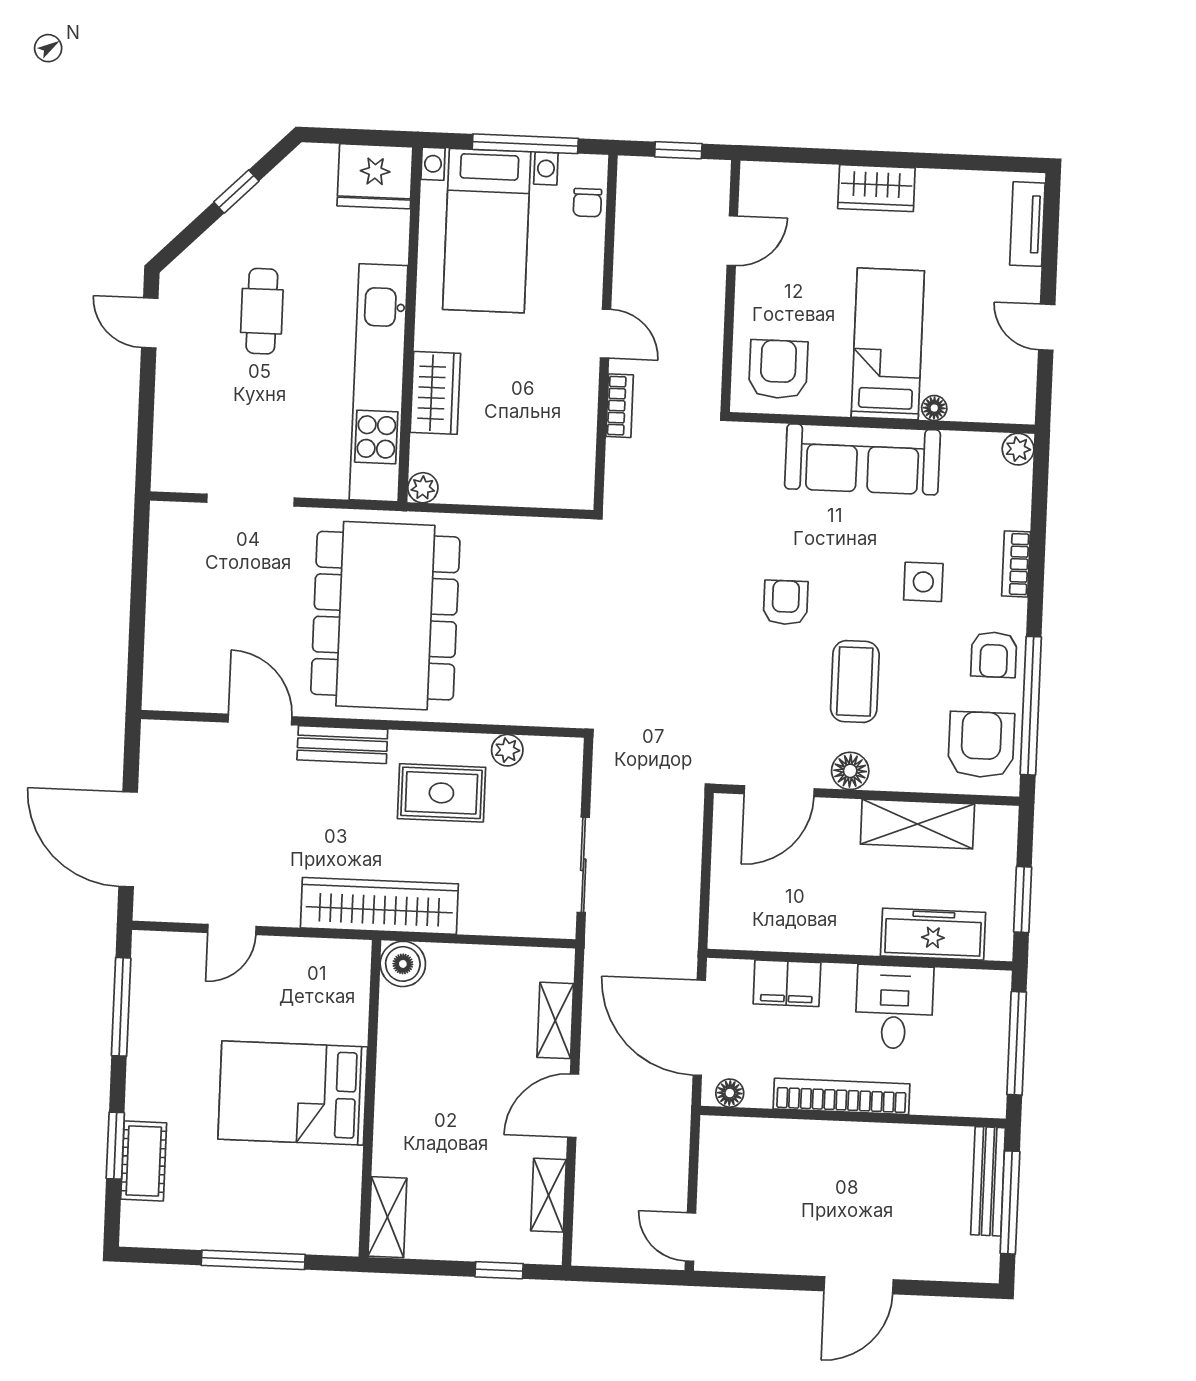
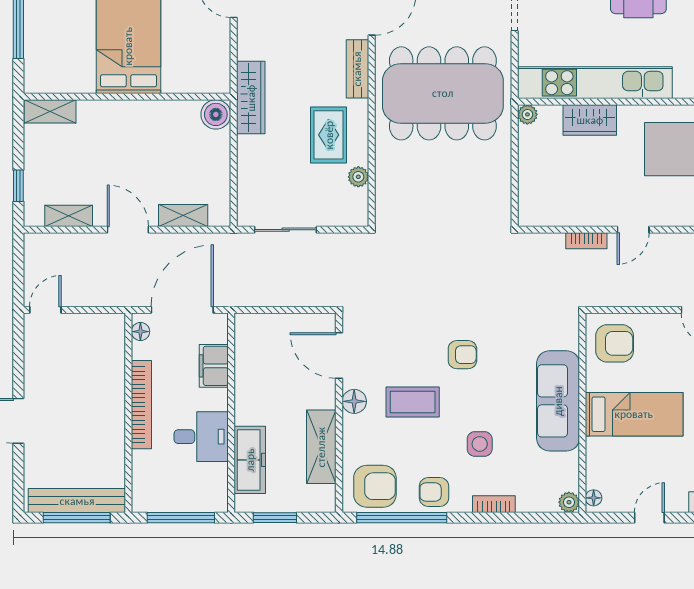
floor lamp: (934, 408) -> (594, 498), moved
wardrobe: (379, 906) -> (251, 98), width x0.71, depth x0.85
bench: (988, 1181) -> (77, 501), width x1.37, depth x1.21

